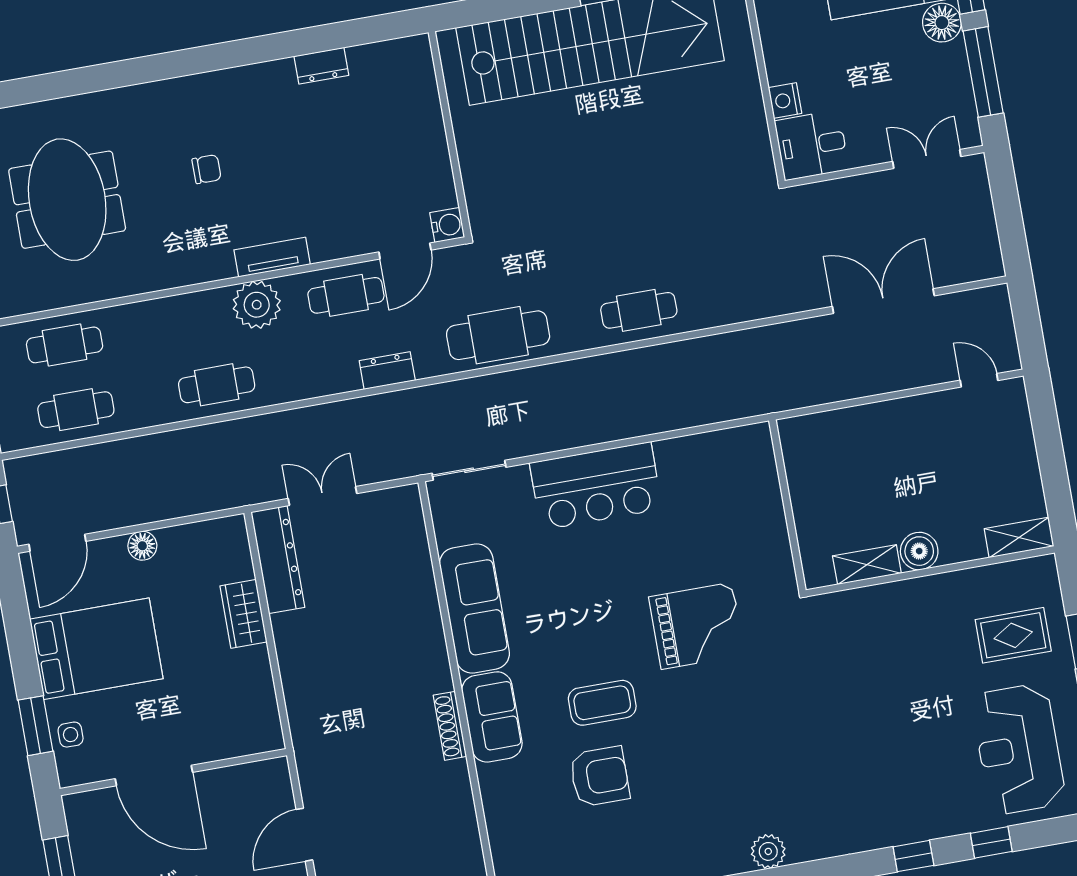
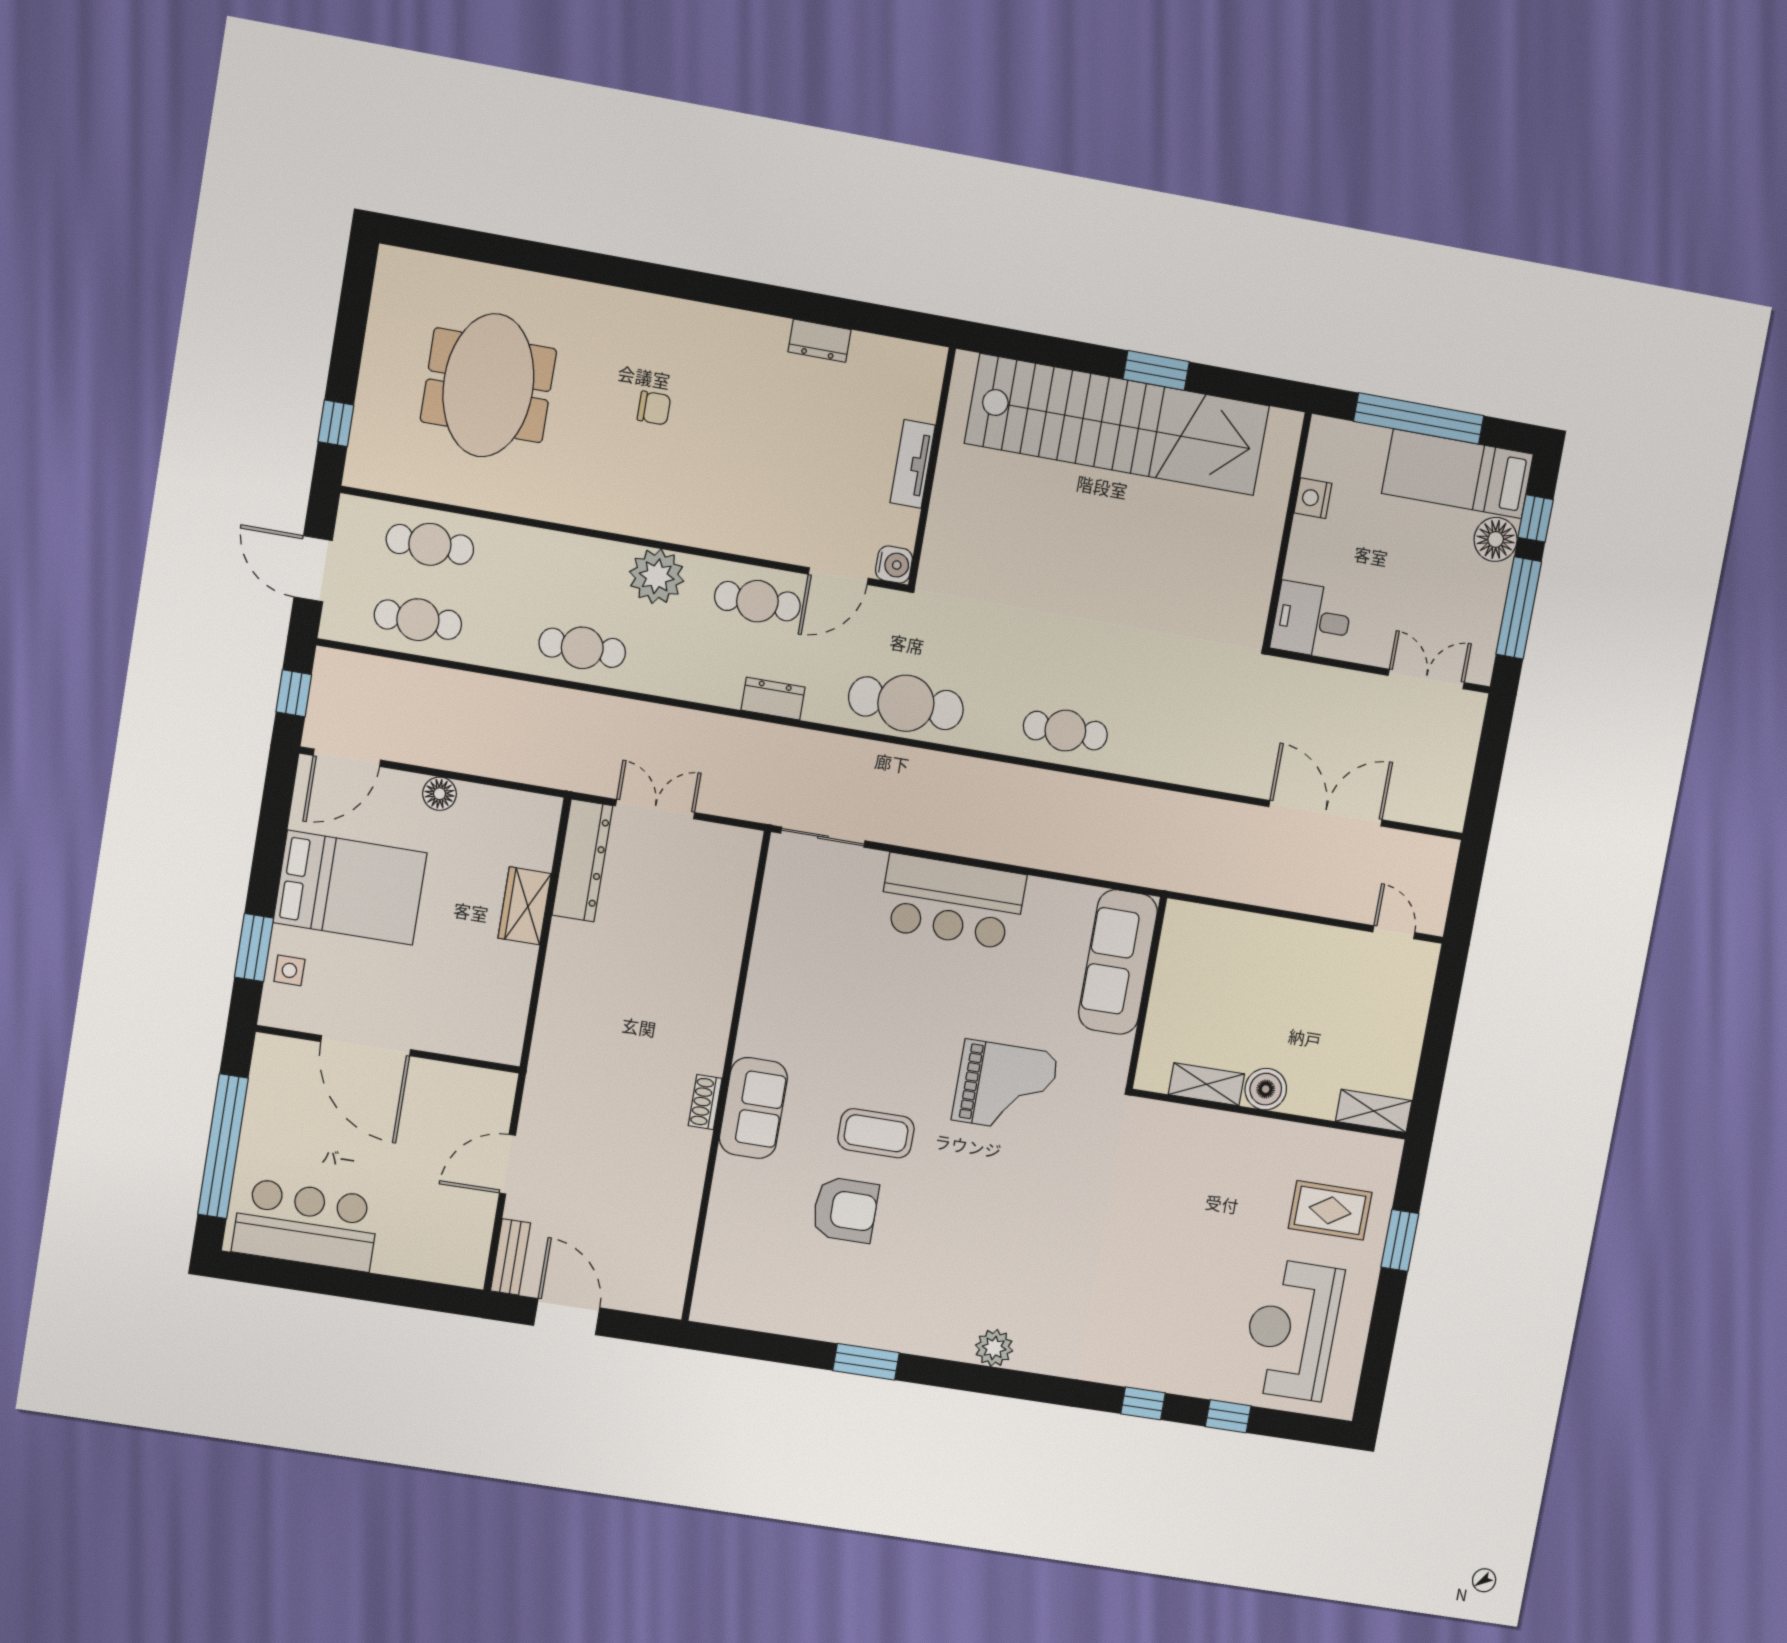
nightstand: (785, 100) -> (1313, 498), moved
tv unit: (272, 257) -> (913, 464), moved, turned -90
sofa: (474, 609) -> (1118, 962), moved, turned 180
shoe rack: (450, 726) -> (705, 1102), width x0.70

